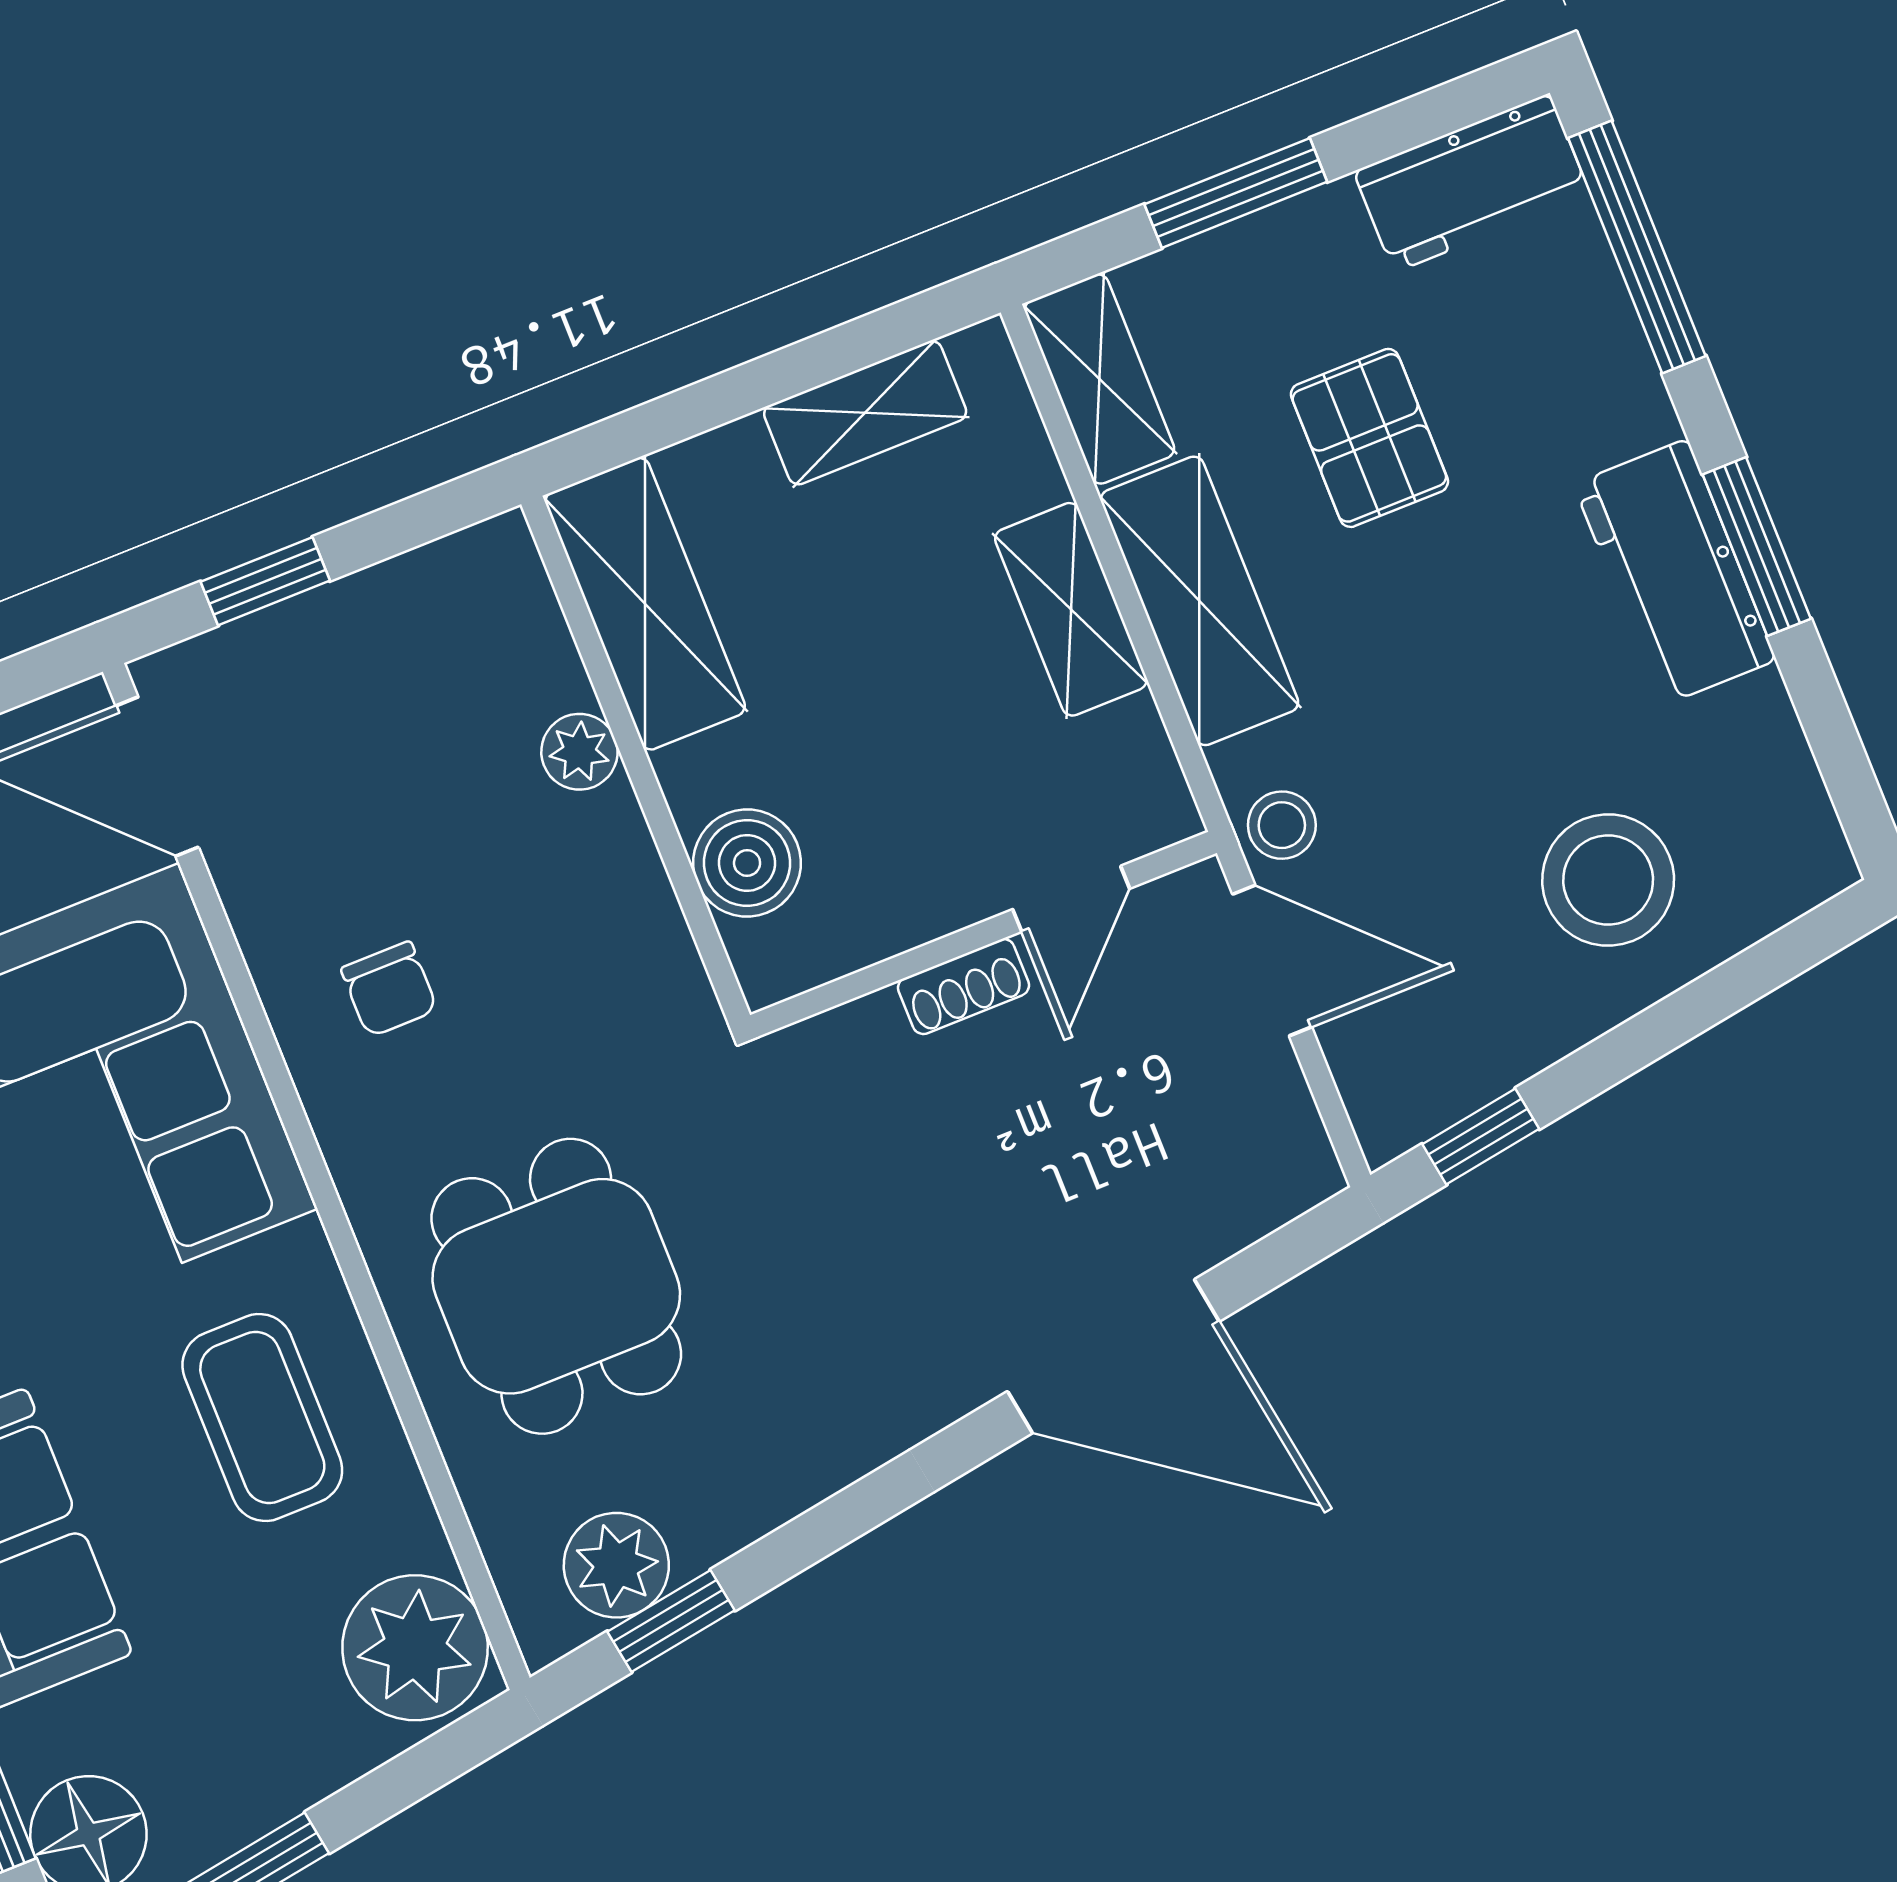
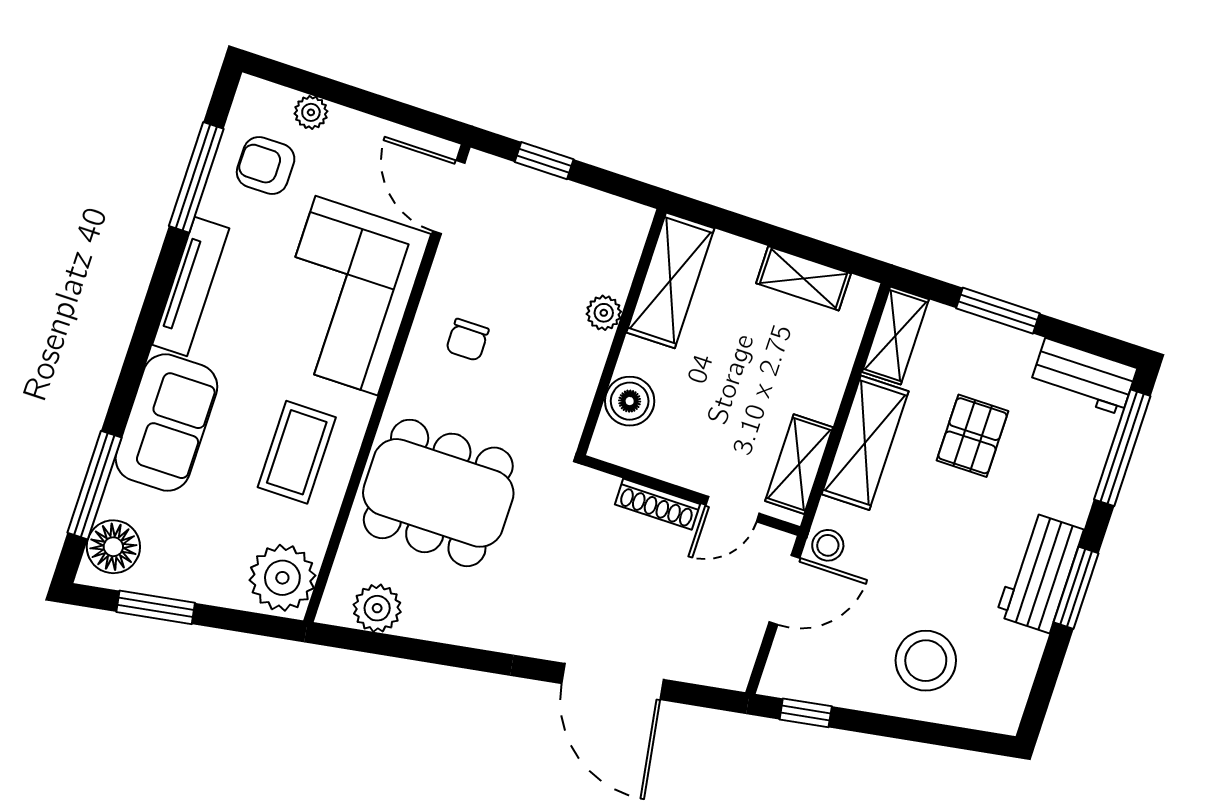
shelving: (1071, 609) -> (799, 464), moved
door: (1272, 960) -> (785, 590), hinge flipped
shoe rack: (964, 987) -> (657, 504), width x1.43
dining table: (556, 1286) -> (438, 493), width x1.37
window: (671, 1621) -> (380, 644), removed

